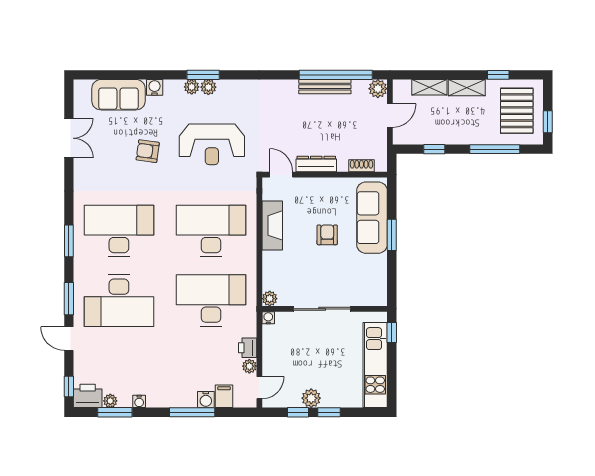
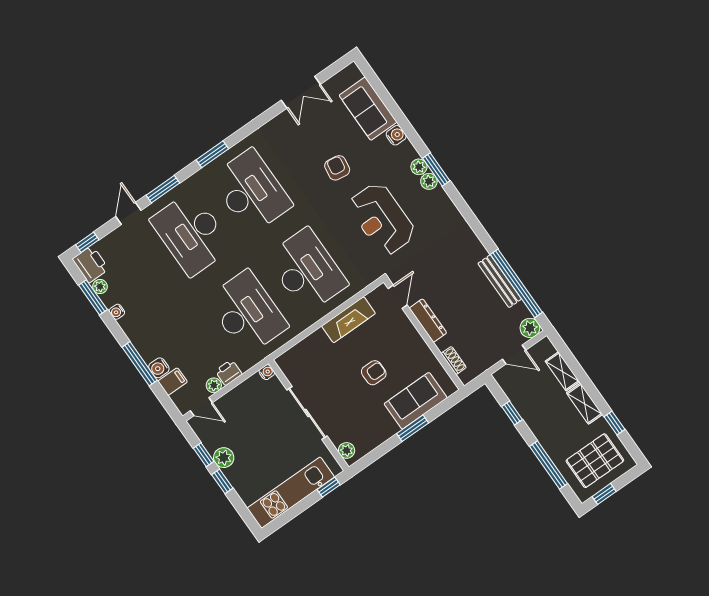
sofa: (372, 218) -> (416, 401), width x0.73
plant: (270, 299) -> (347, 450), moved

